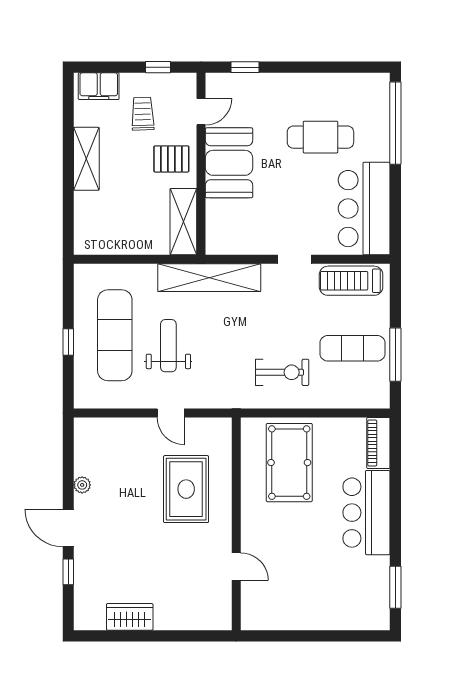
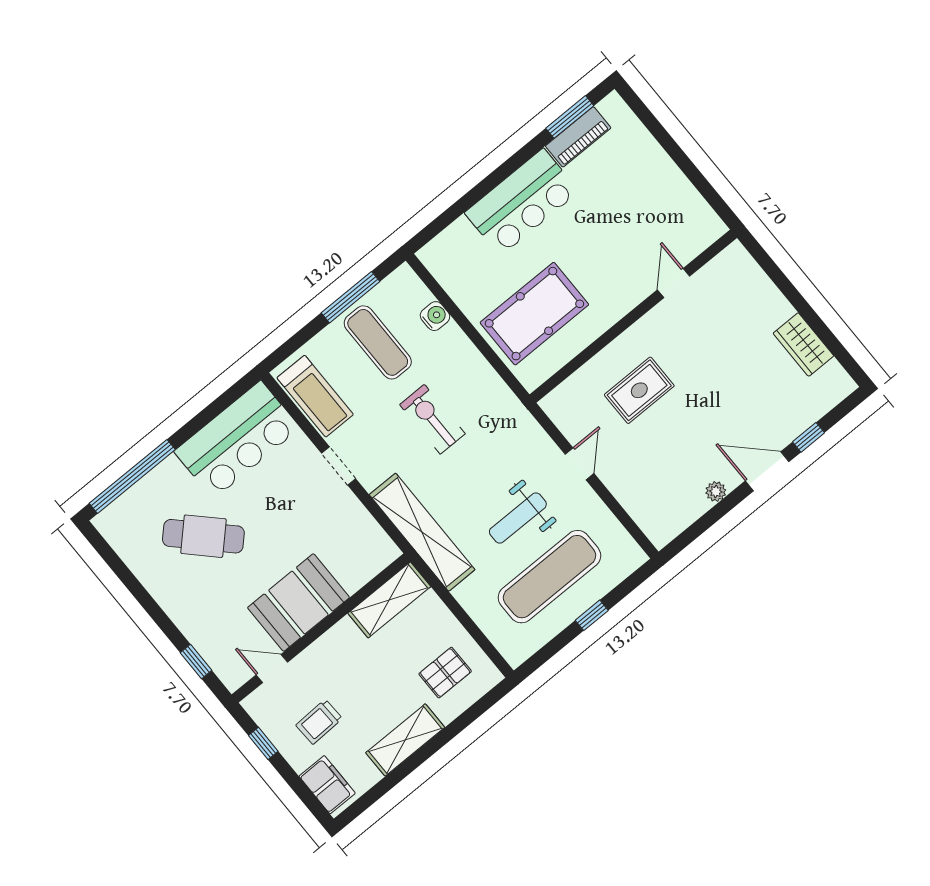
cafe table: (320, 137) -> (203, 536), turned -45
pallet: (171, 159) -> (445, 673), moved, turned 90
exercise bike: (282, 372) -> (432, 419), moved
water cooler: (339, 398) -> (435, 316), added
piano: (378, 443) -> (578, 137), moved
rug: (186, 489) -> (639, 390), width x0.73, depth x0.70
door: (68, 528) -> (767, 471), swing flipped

